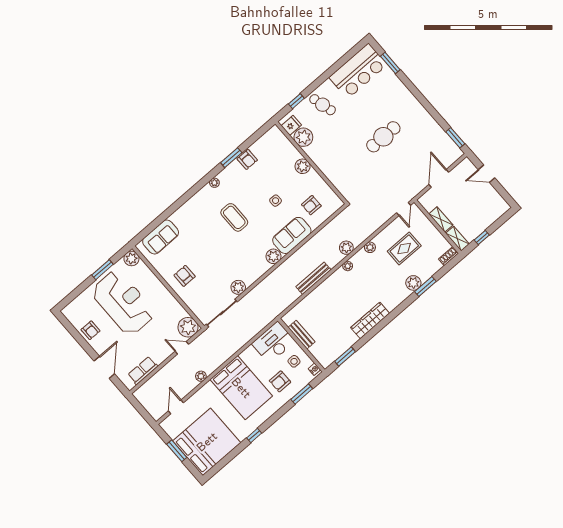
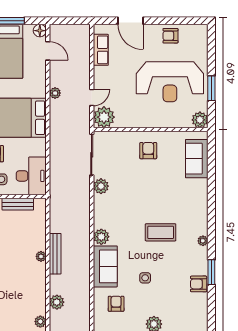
plant: (348, 266) -> (41, 256), moved
armchair: (185, 276) -> (148, 151), turned -90
floor lamp: (166, 425) -> (40, 31), added

